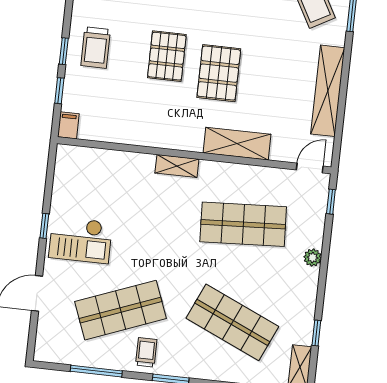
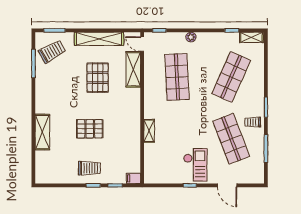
pallet: (219, 73) -> (98, 78), moved, turned 90
shelving: (237, 144) -> (133, 69), moved
shelving: (177, 166) -> (149, 131), moved

